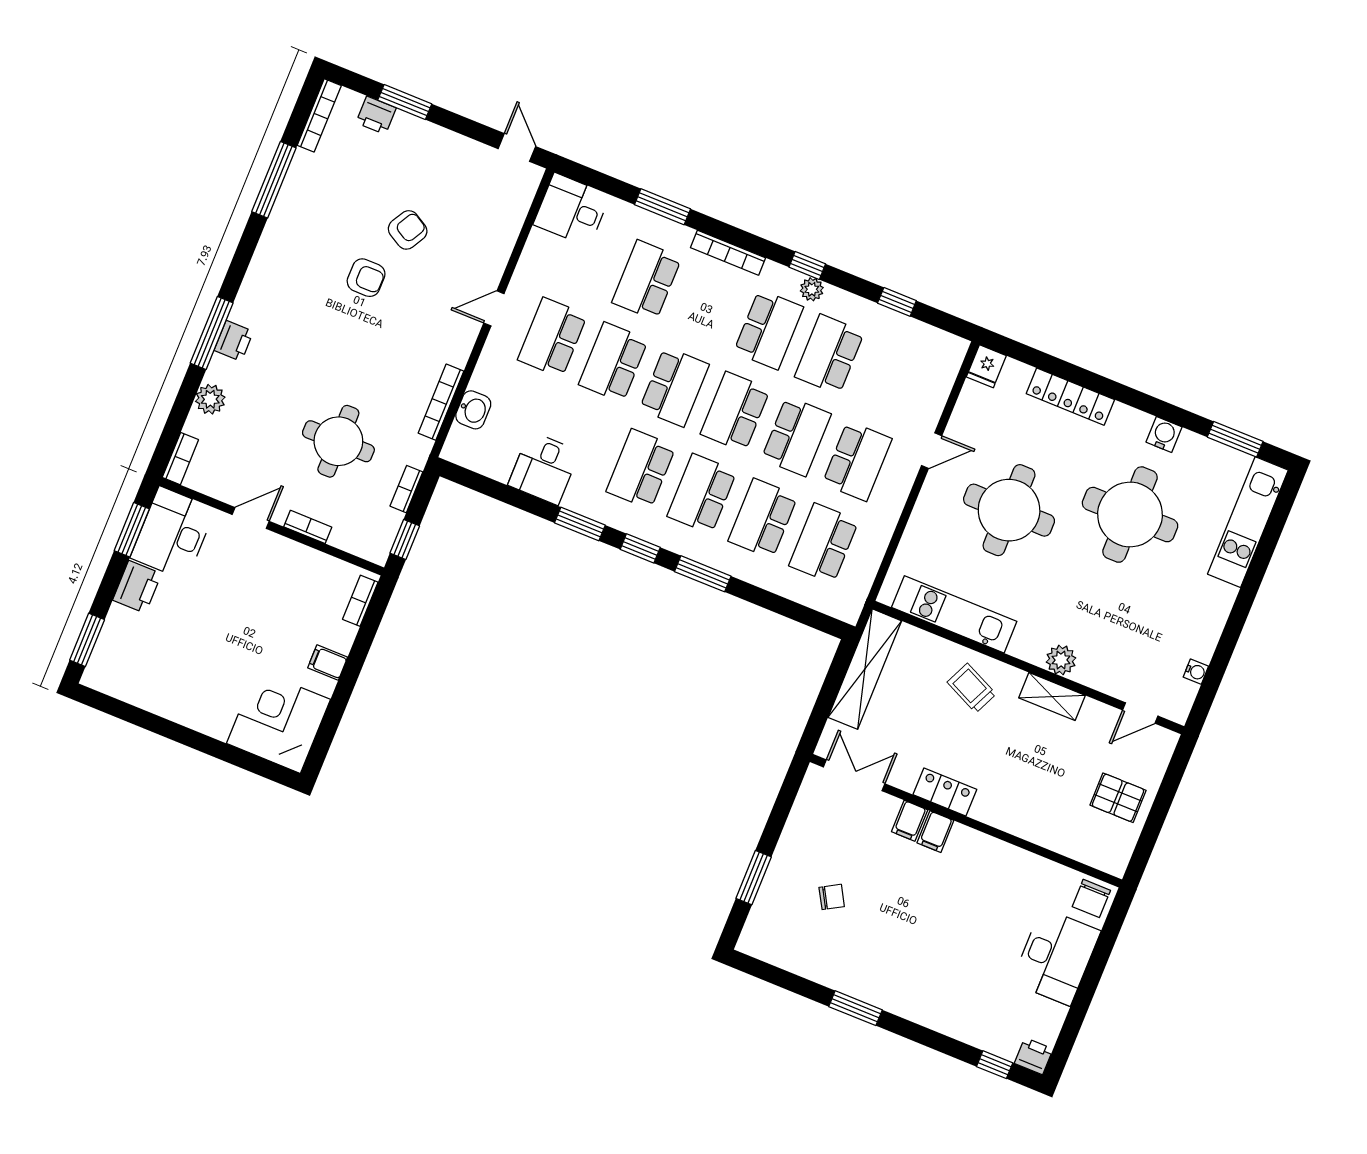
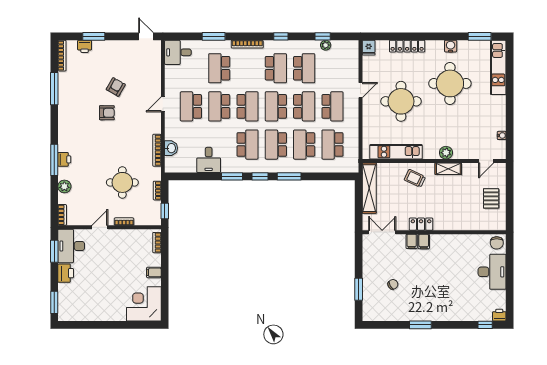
plant: (812, 289) -> (326, 45), moved
school desk: (830, 354) -> (304, 68), turned 180
school desk: (641, 469) -> (248, 145), turned 180
pallet: (1118, 798) -> (491, 198), turned 90

